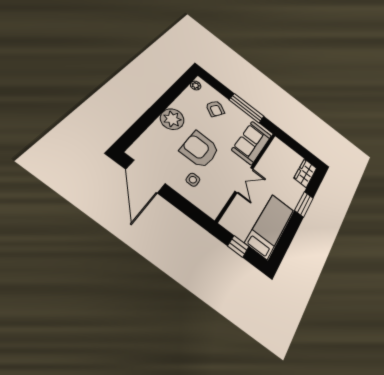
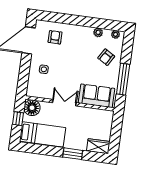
plant: (172, 119) -> (98, 32), moved, width x0.53, depth x0.53
armchair: (200, 150) -> (55, 37), moved, width x0.53, depth x0.53
double door: (244, 180) -> (64, 103), swing flipped
floor lamp: (233, 221) -> (32, 108), added

